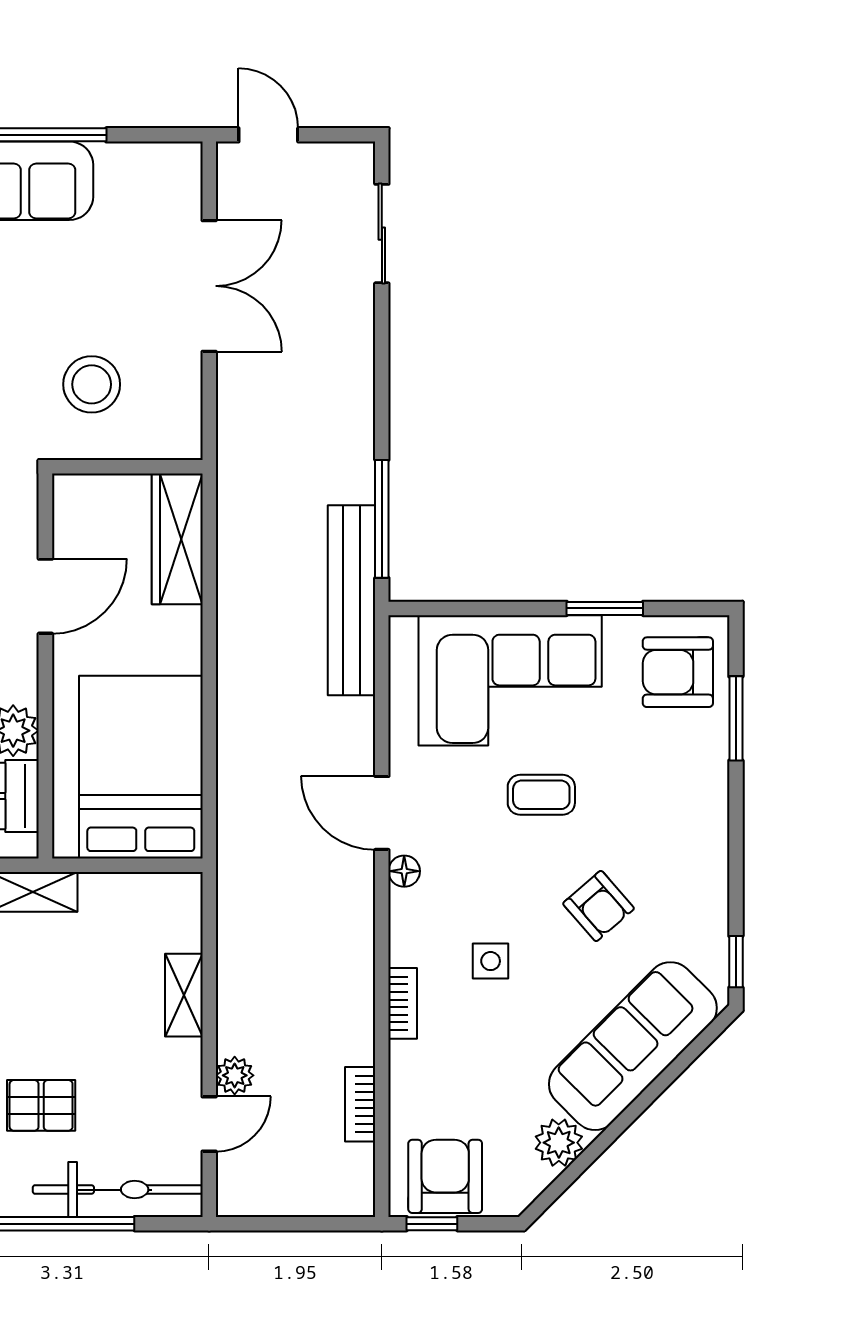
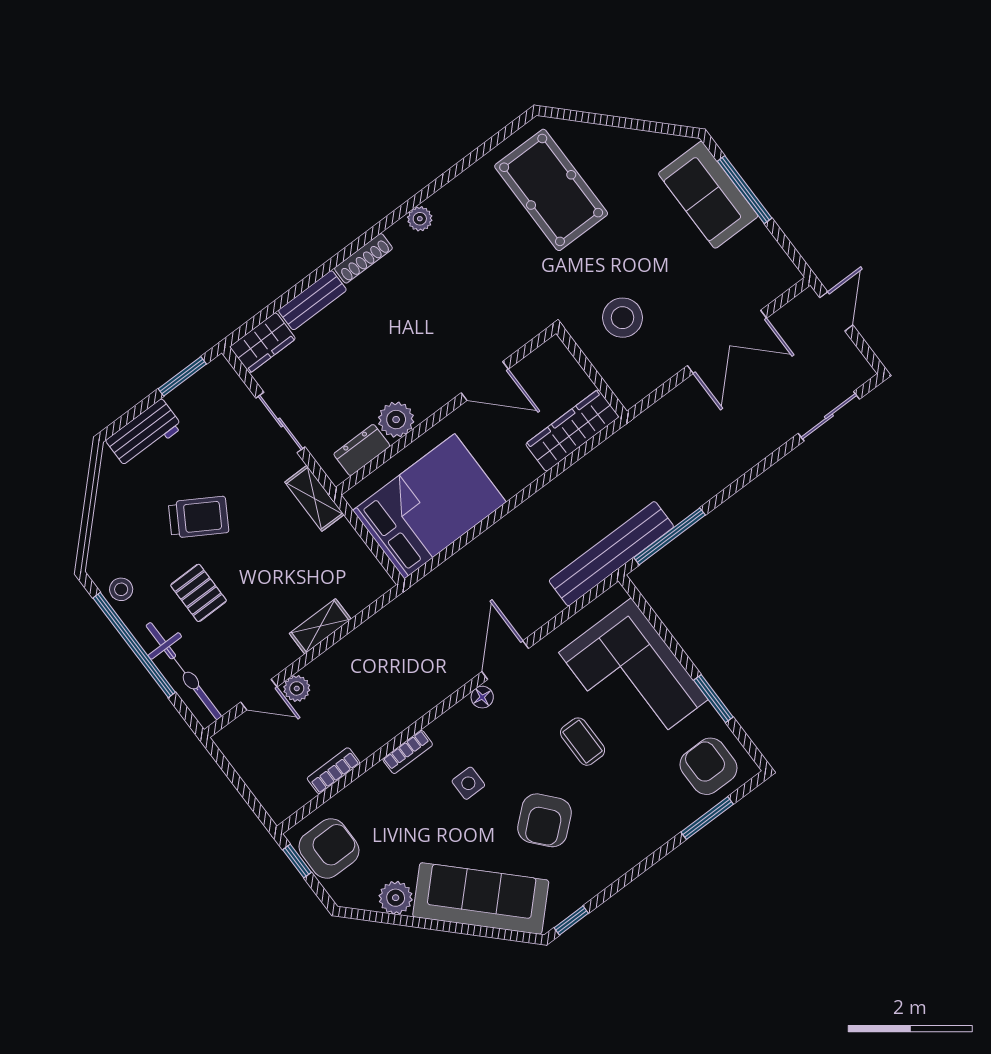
armchair: (599, 906) -> (545, 820), width x1.38, depth x1.38

